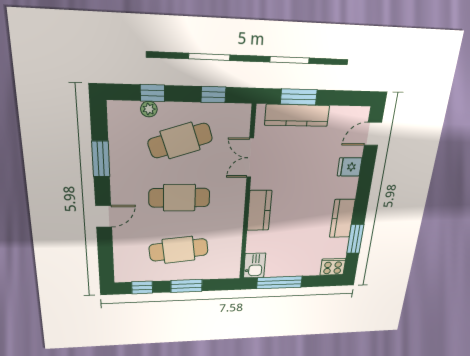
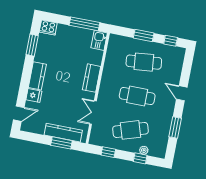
double door: (250, 158) -> (93, 113), swing flipped
door: (104, 216) -> (182, 93), hinge flipped
kitchen counter: (342, 218) -> (37, 76), moved

